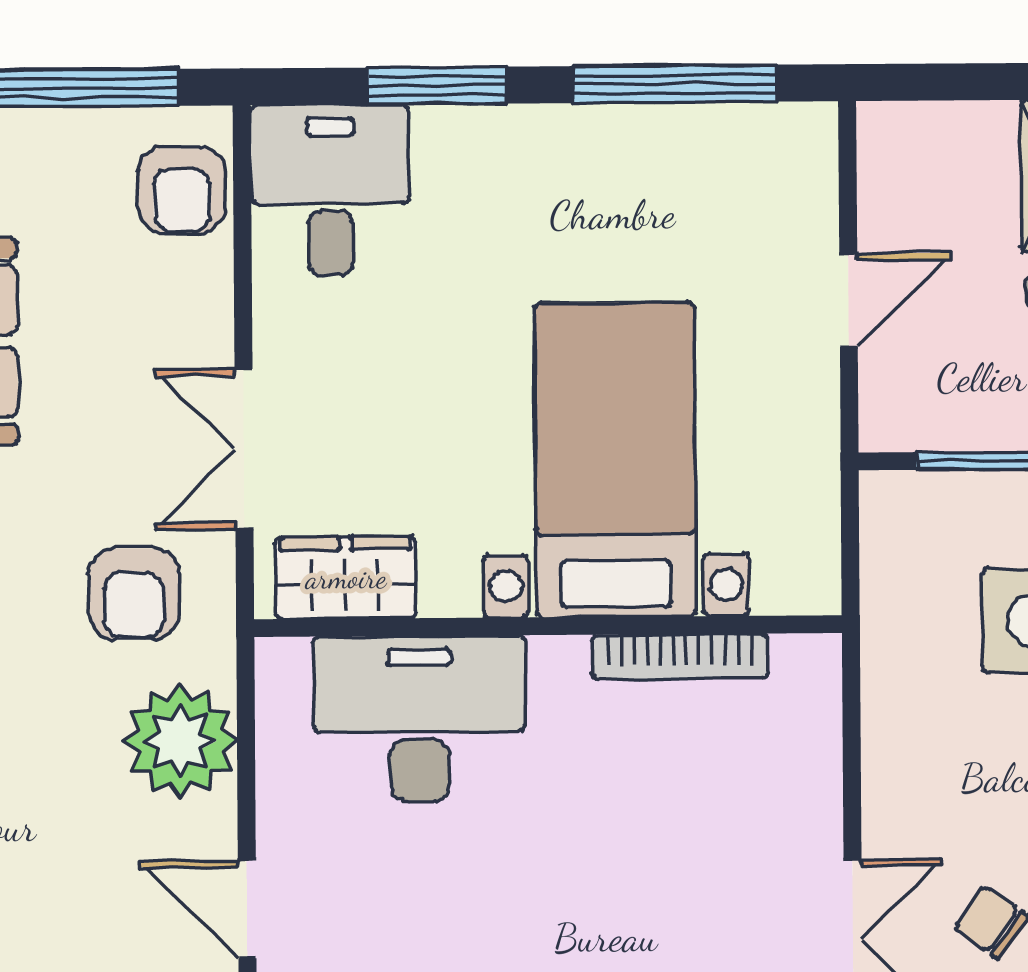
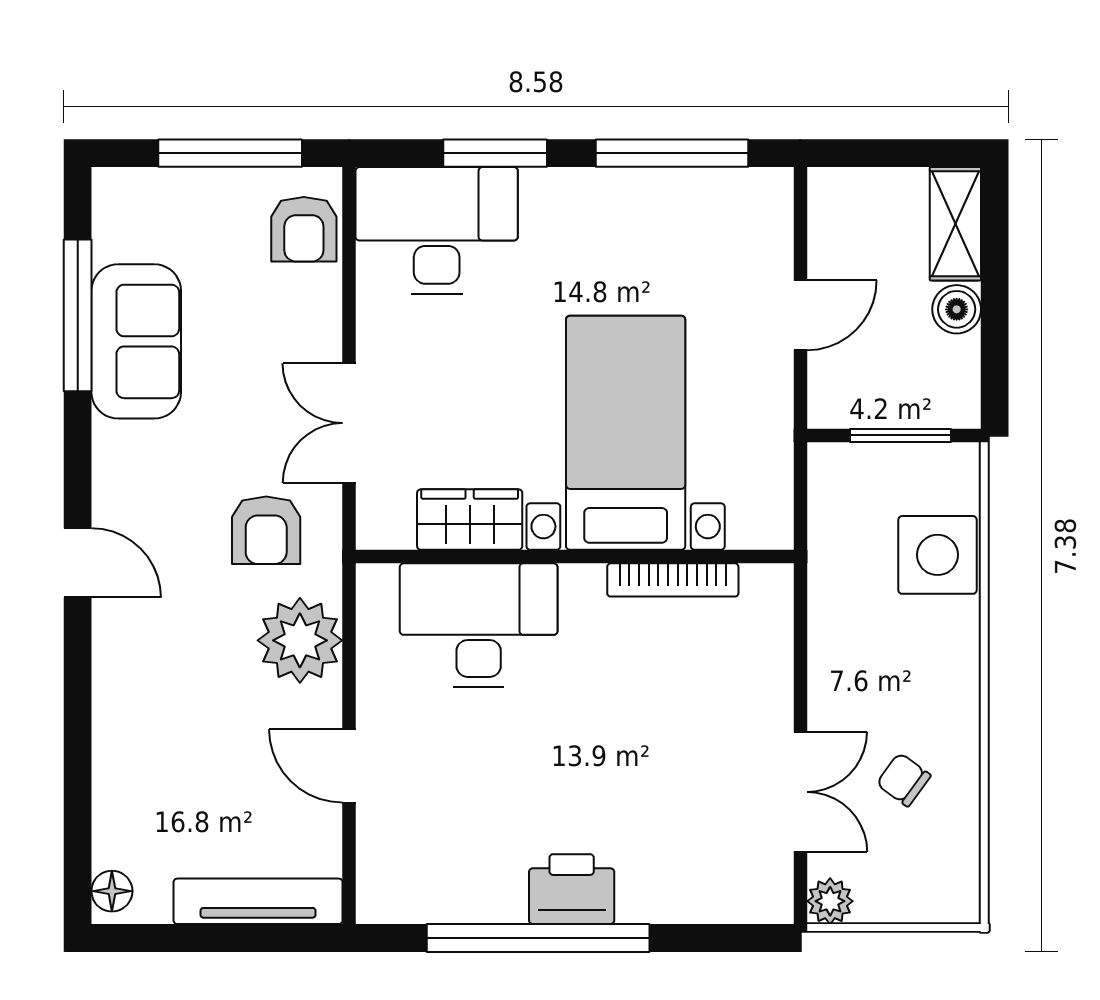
desk: (330, 190) -> (437, 230), width x1.37
wardrobe: (346, 578) -> (470, 520), moved

